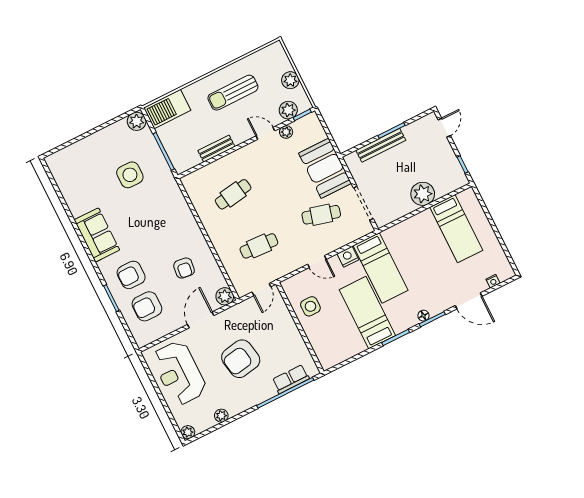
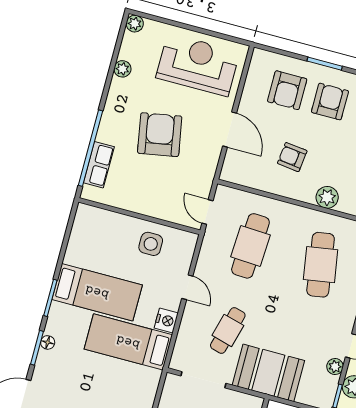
cafe table: (233, 194) -> (321, 265), width x1.37, depth x1.35
cafe table: (259, 246) -> (250, 246), width x1.37, depth x1.35
door: (317, 262) -> (187, 287), swing flipped
plant: (225, 296) -> (327, 197), moved
armchair: (147, 306) -> (287, 90), turned 180

